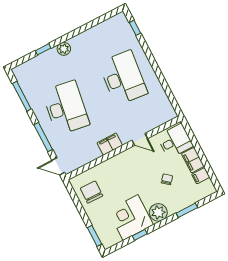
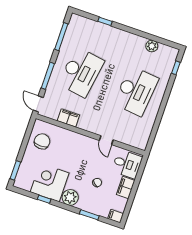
plant: (64, 49) -> (152, 46), moved
filing cabinet: (110, 144) -> (68, 118), moved
filing cabinet: (201, 176) -> (116, 216), moved

